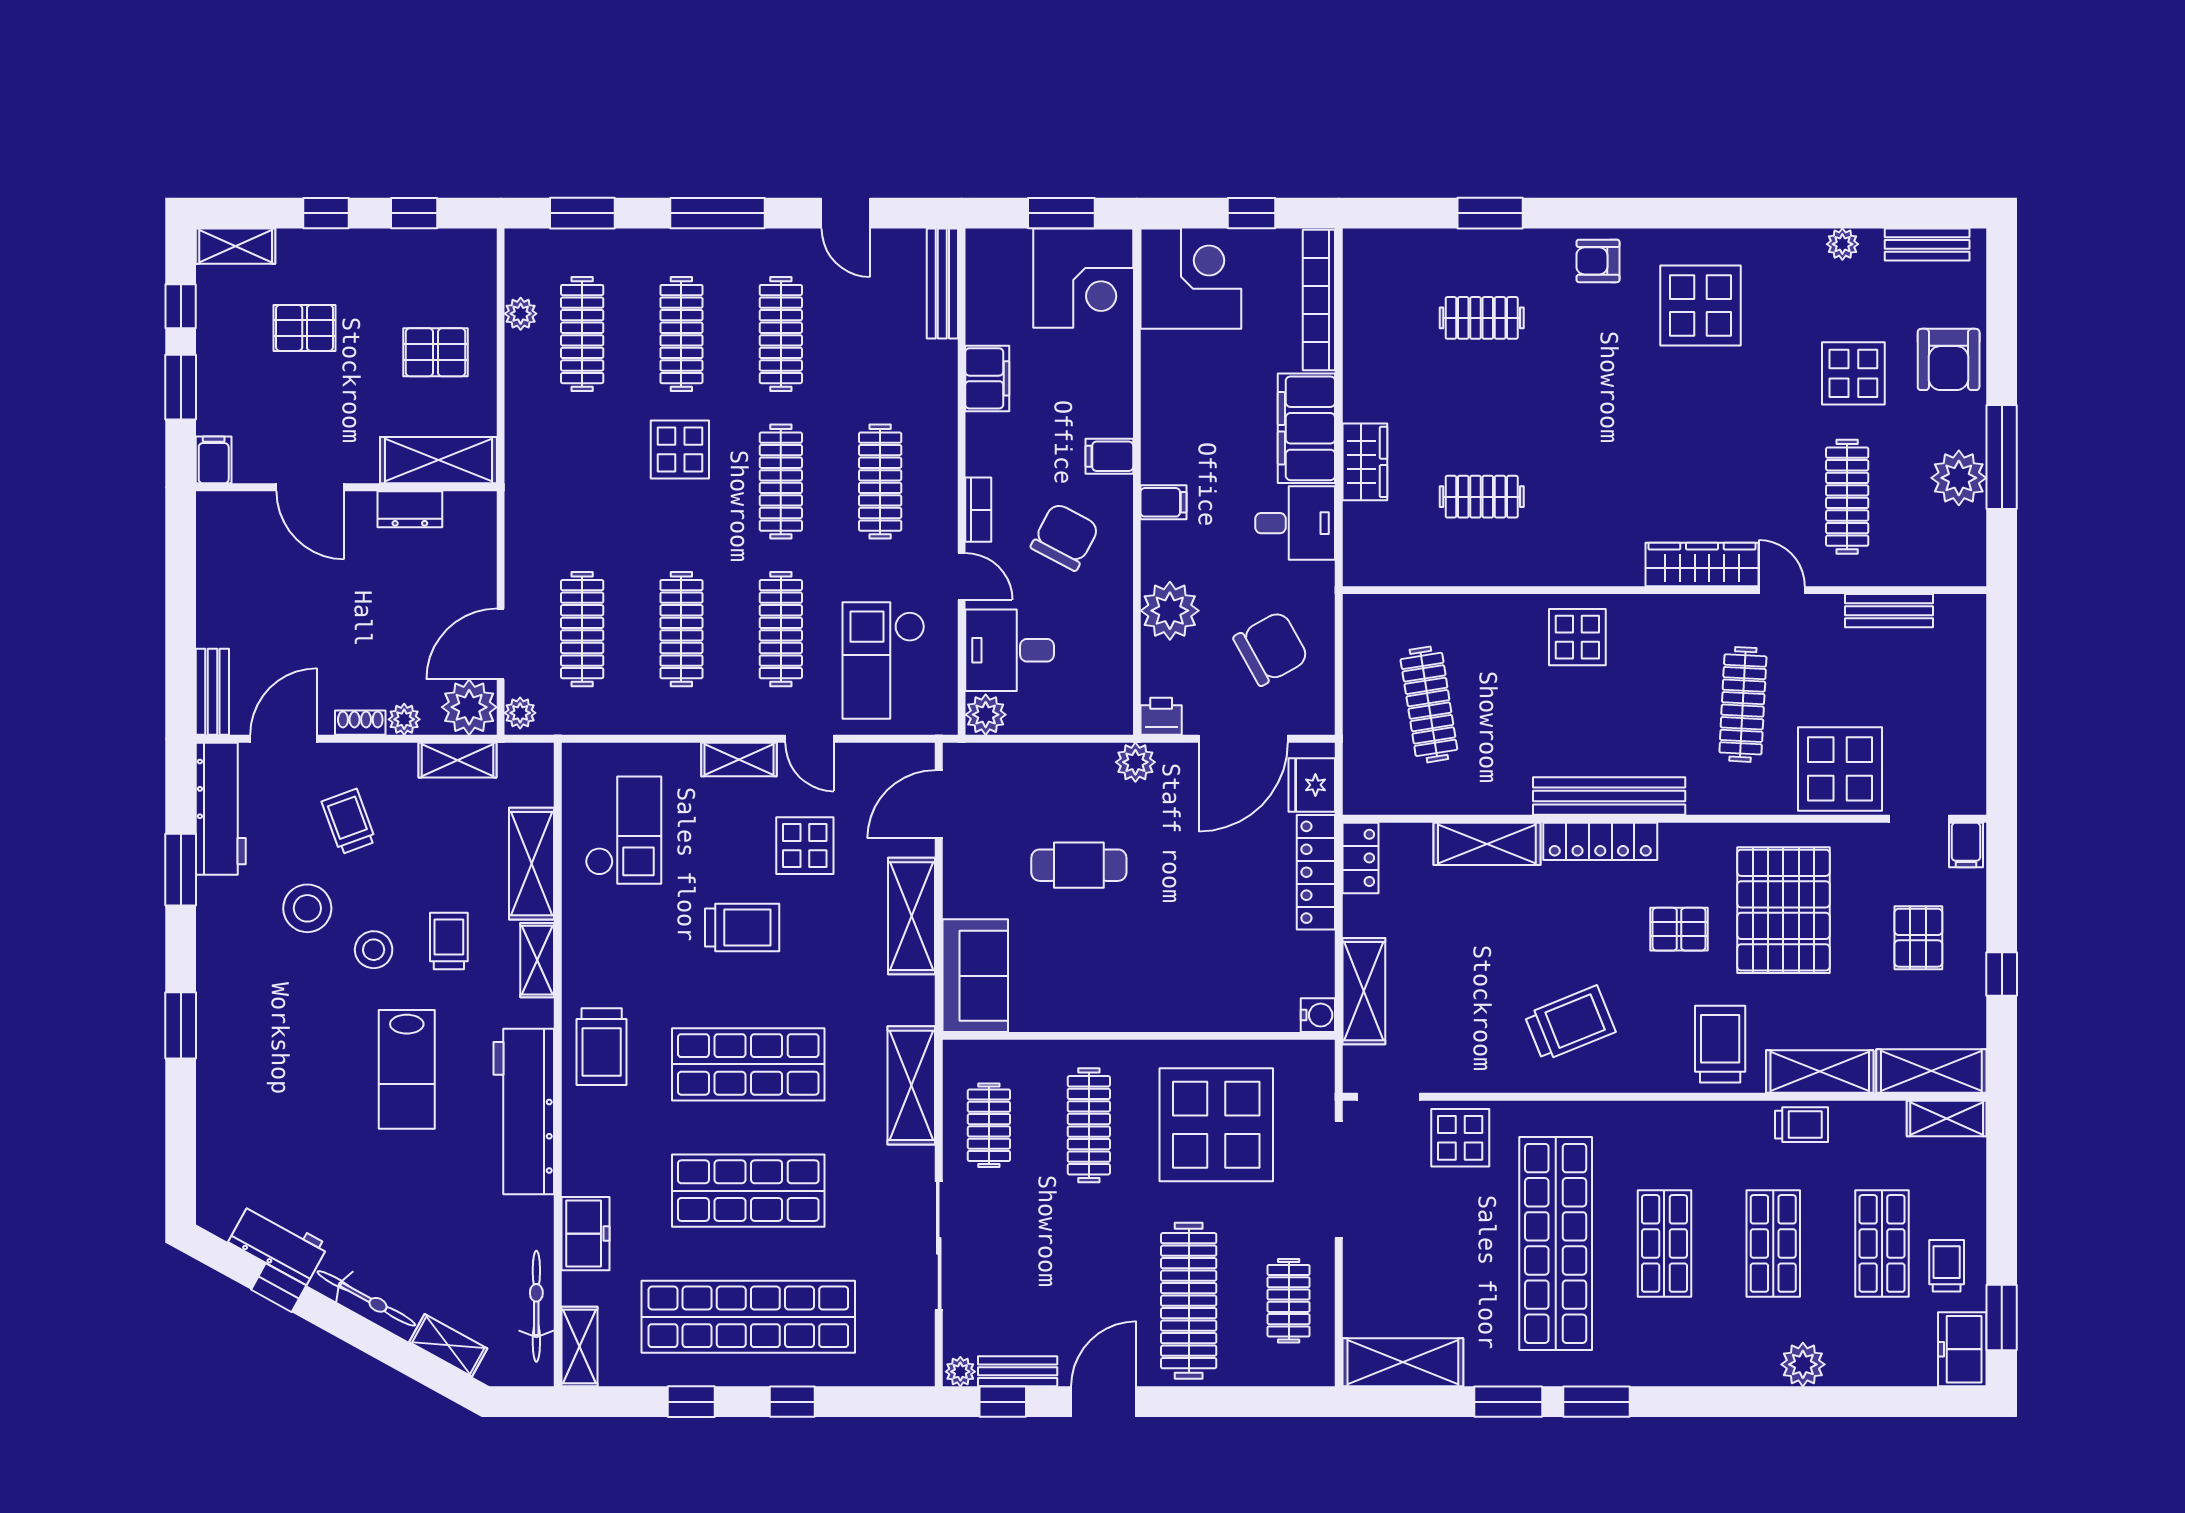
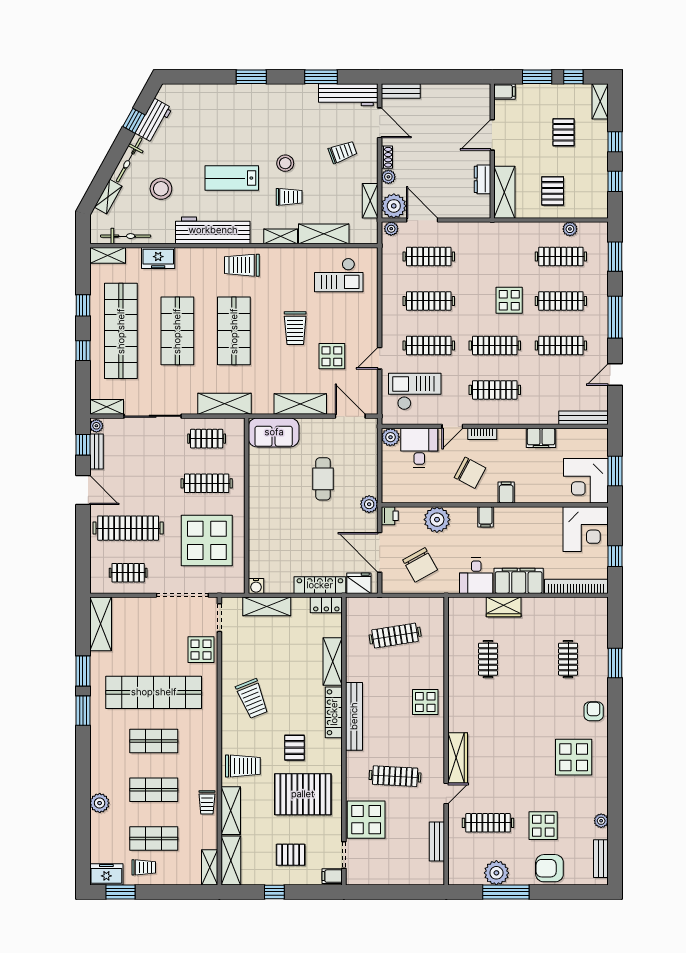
shelving: (739, 759) -> (107, 407), moved, turned 90
stool: (307, 908) -> (161, 189), moved

